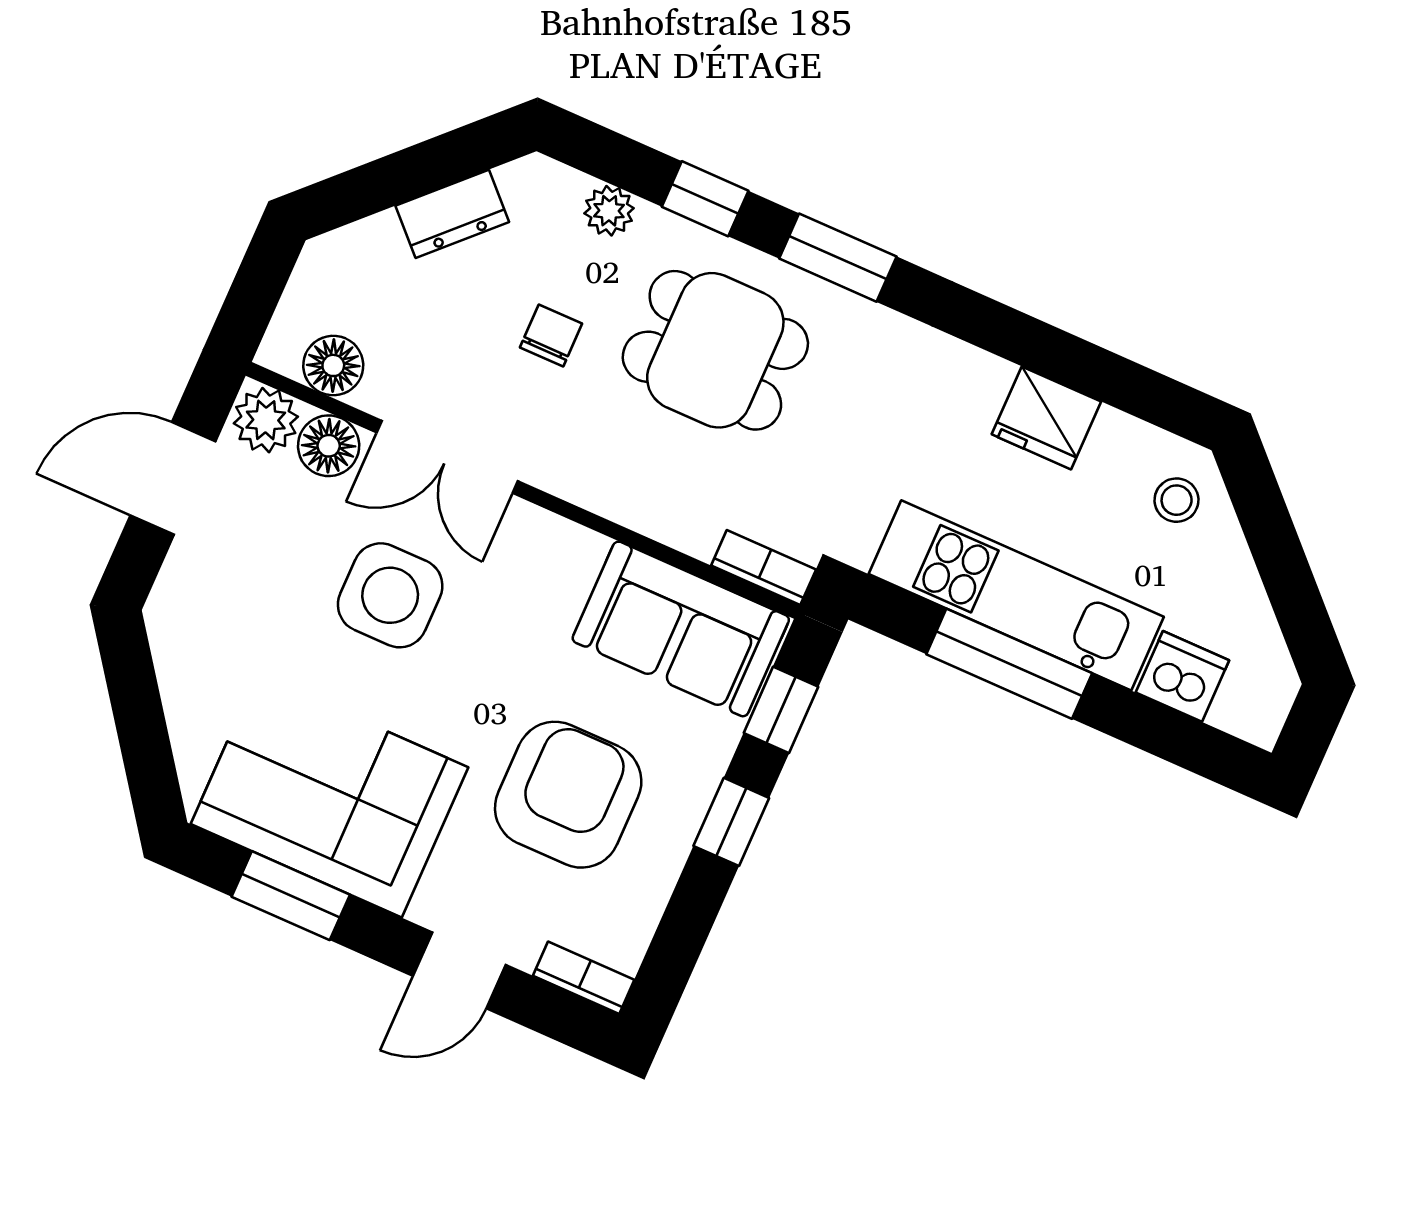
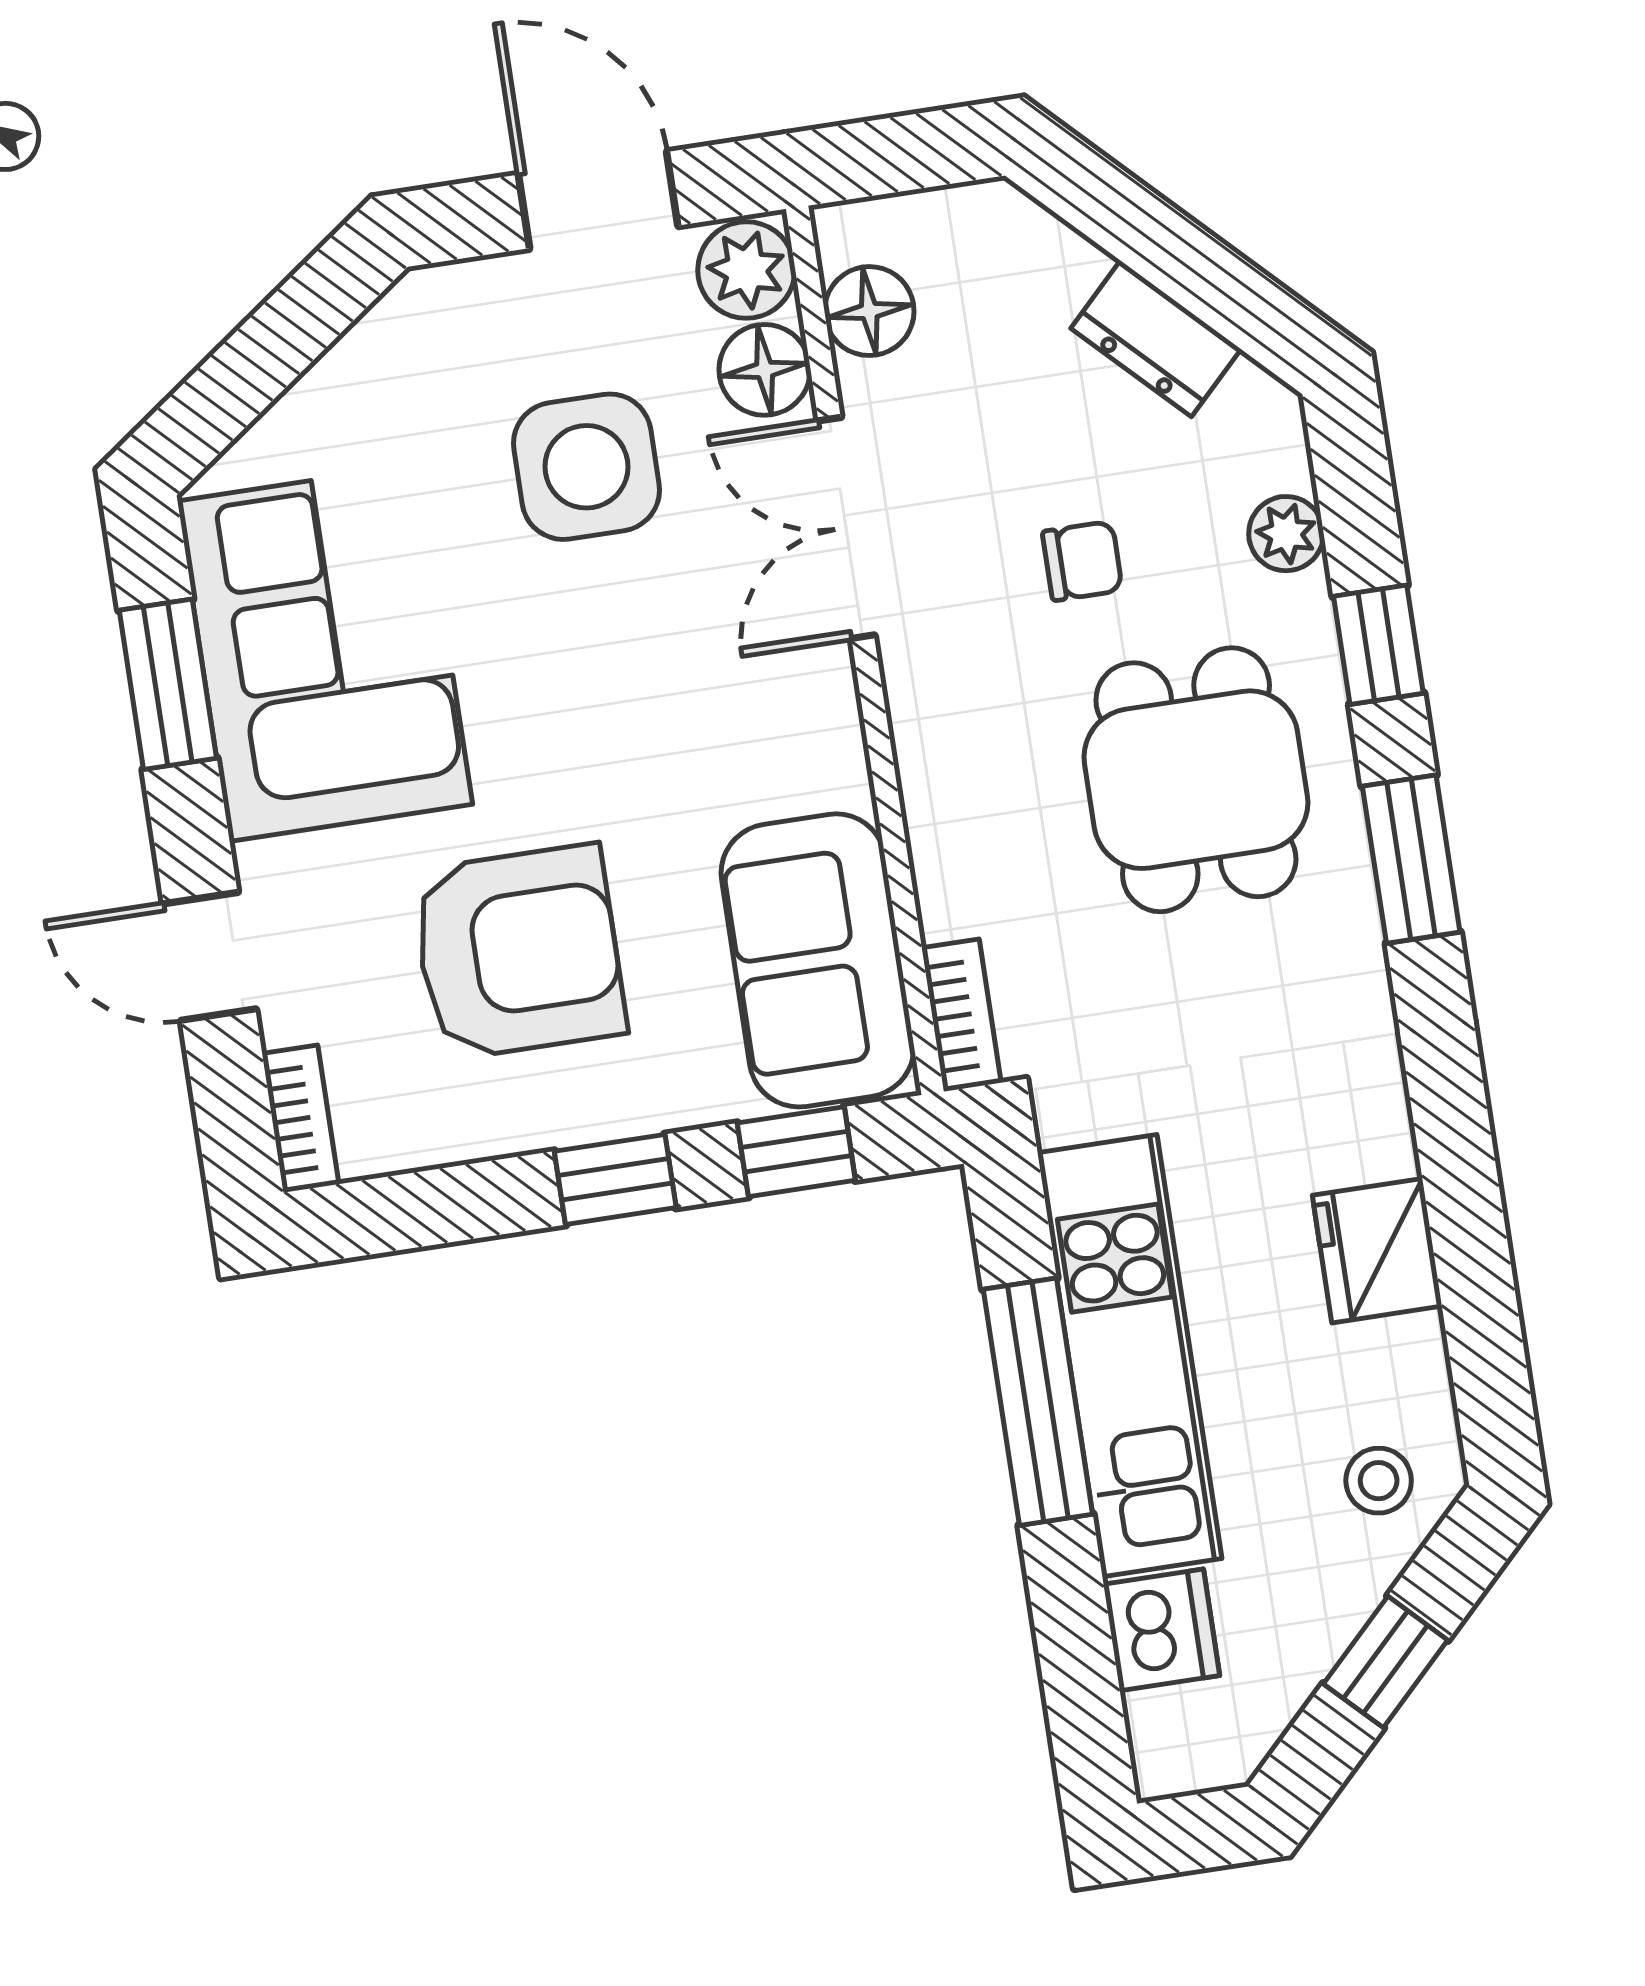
window: (1281, 562) -> (1386, 1662), added
side table: (390, 595) -> (586, 467), moved

